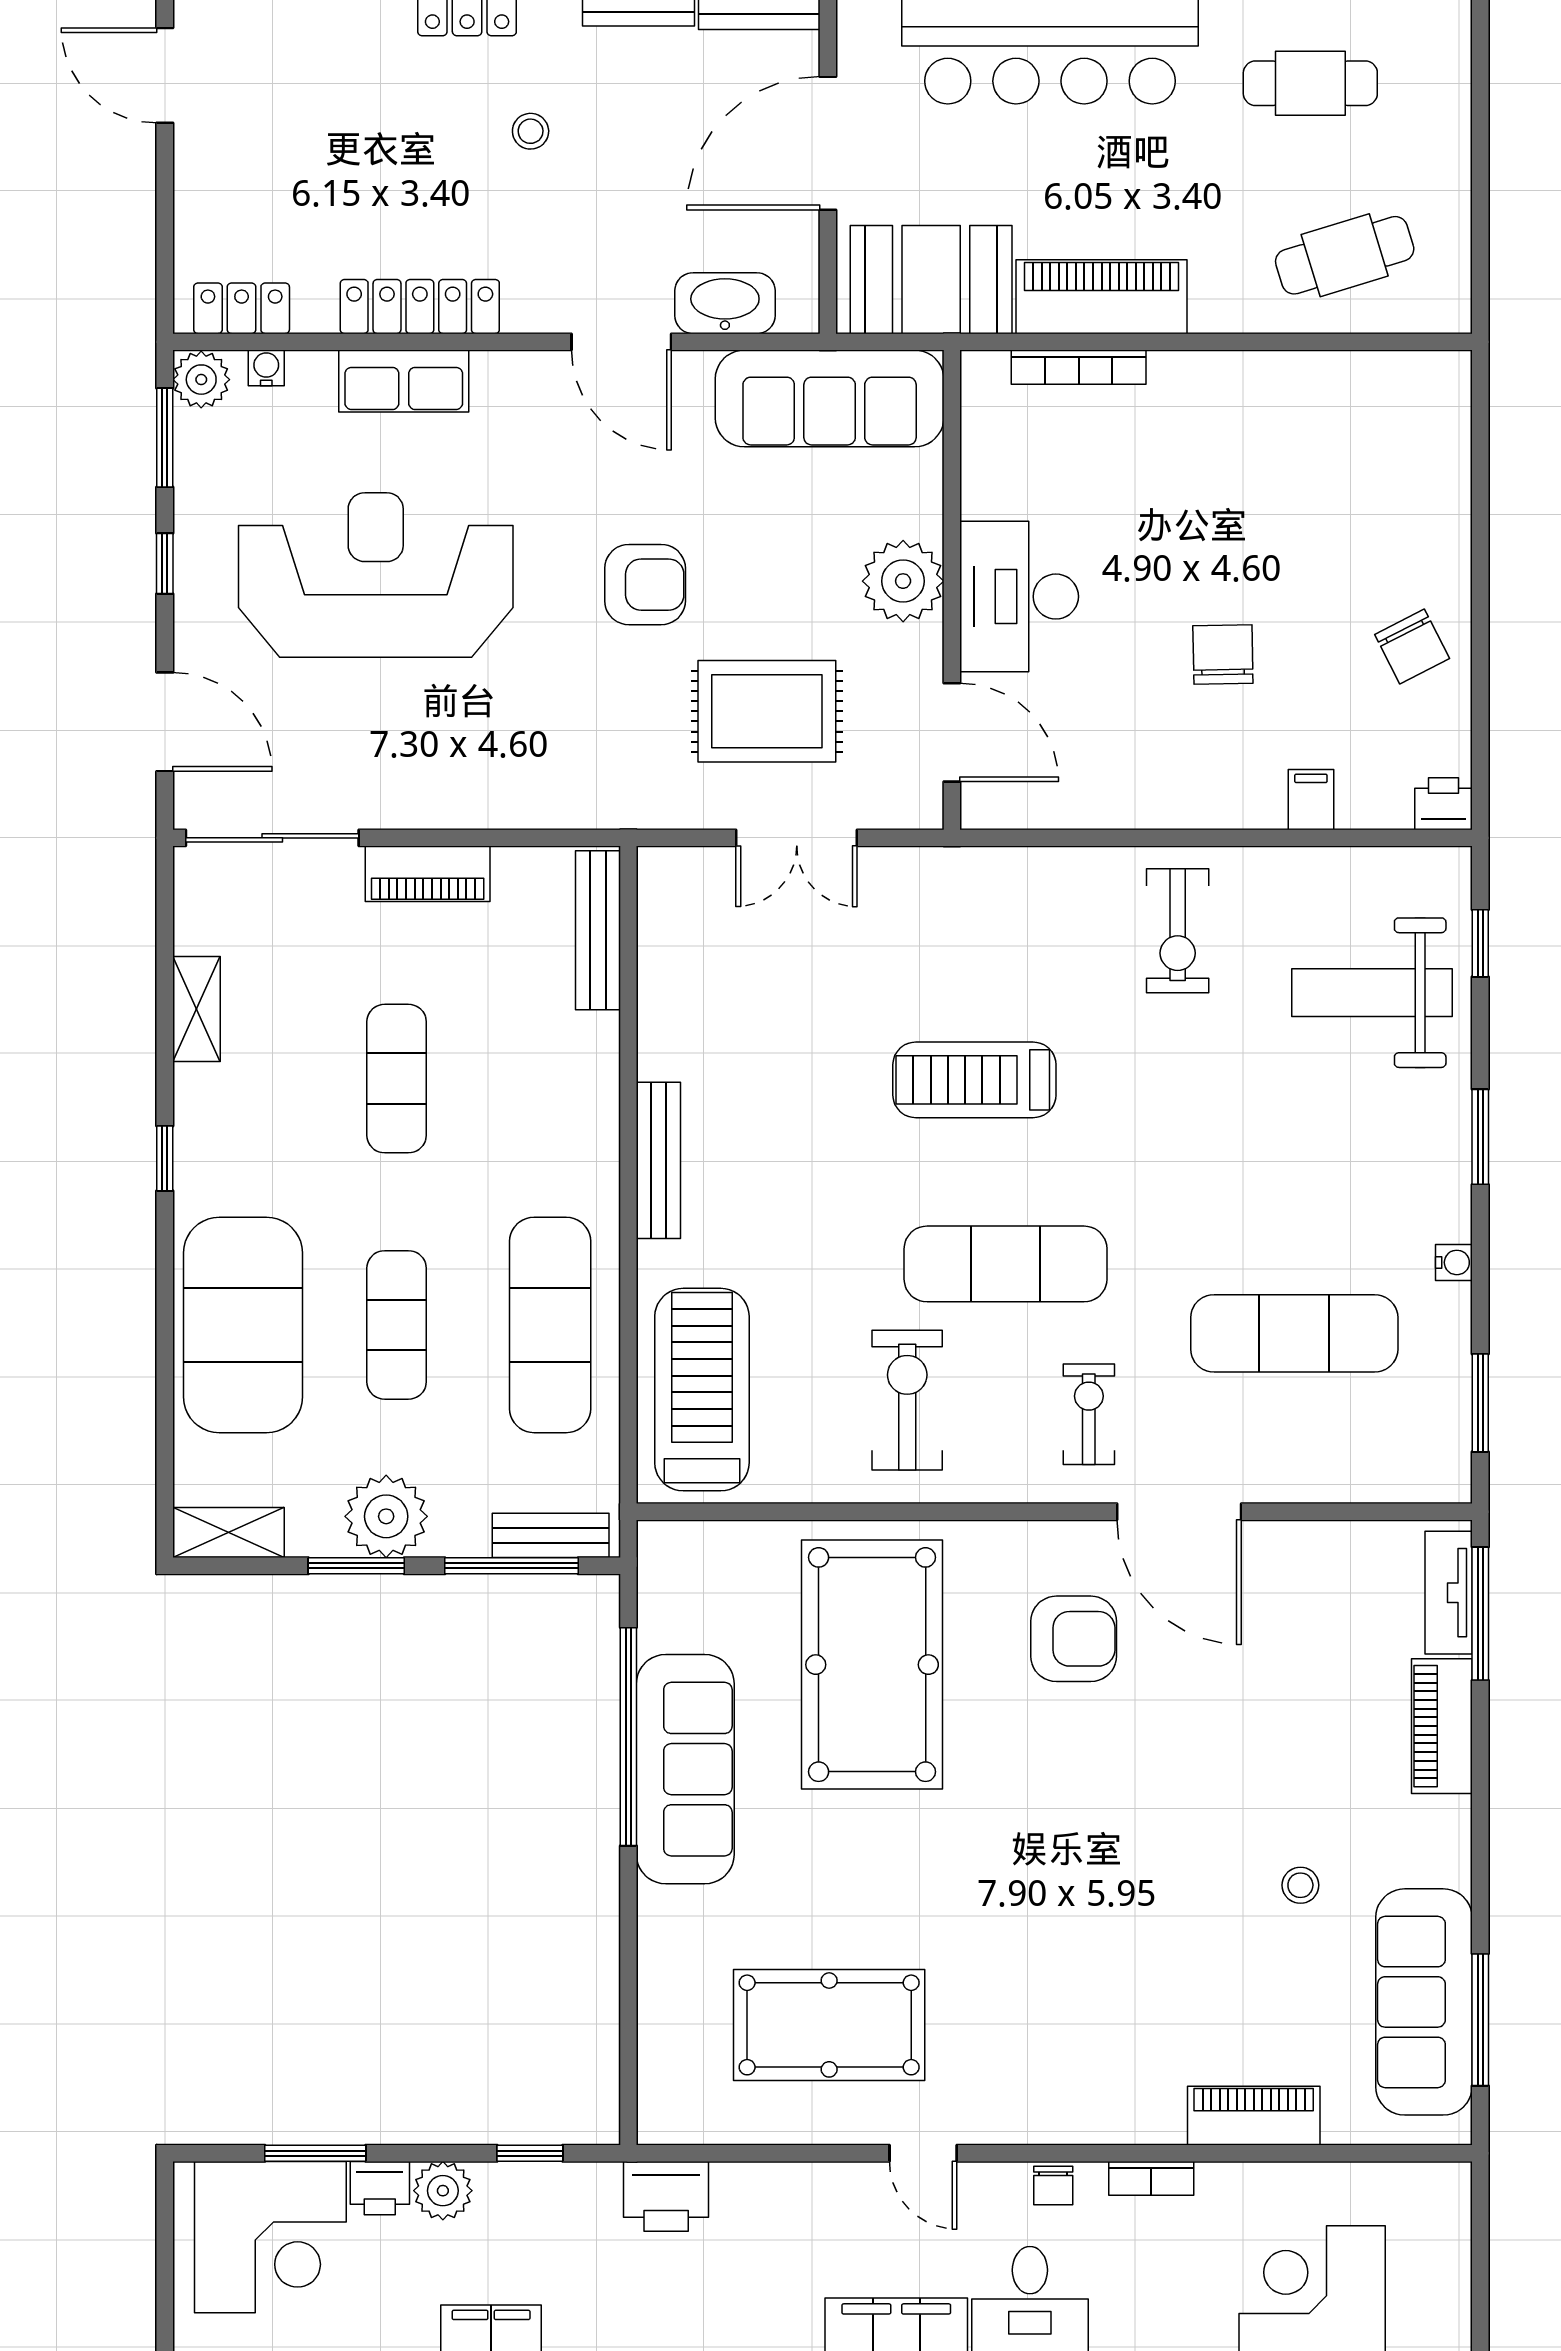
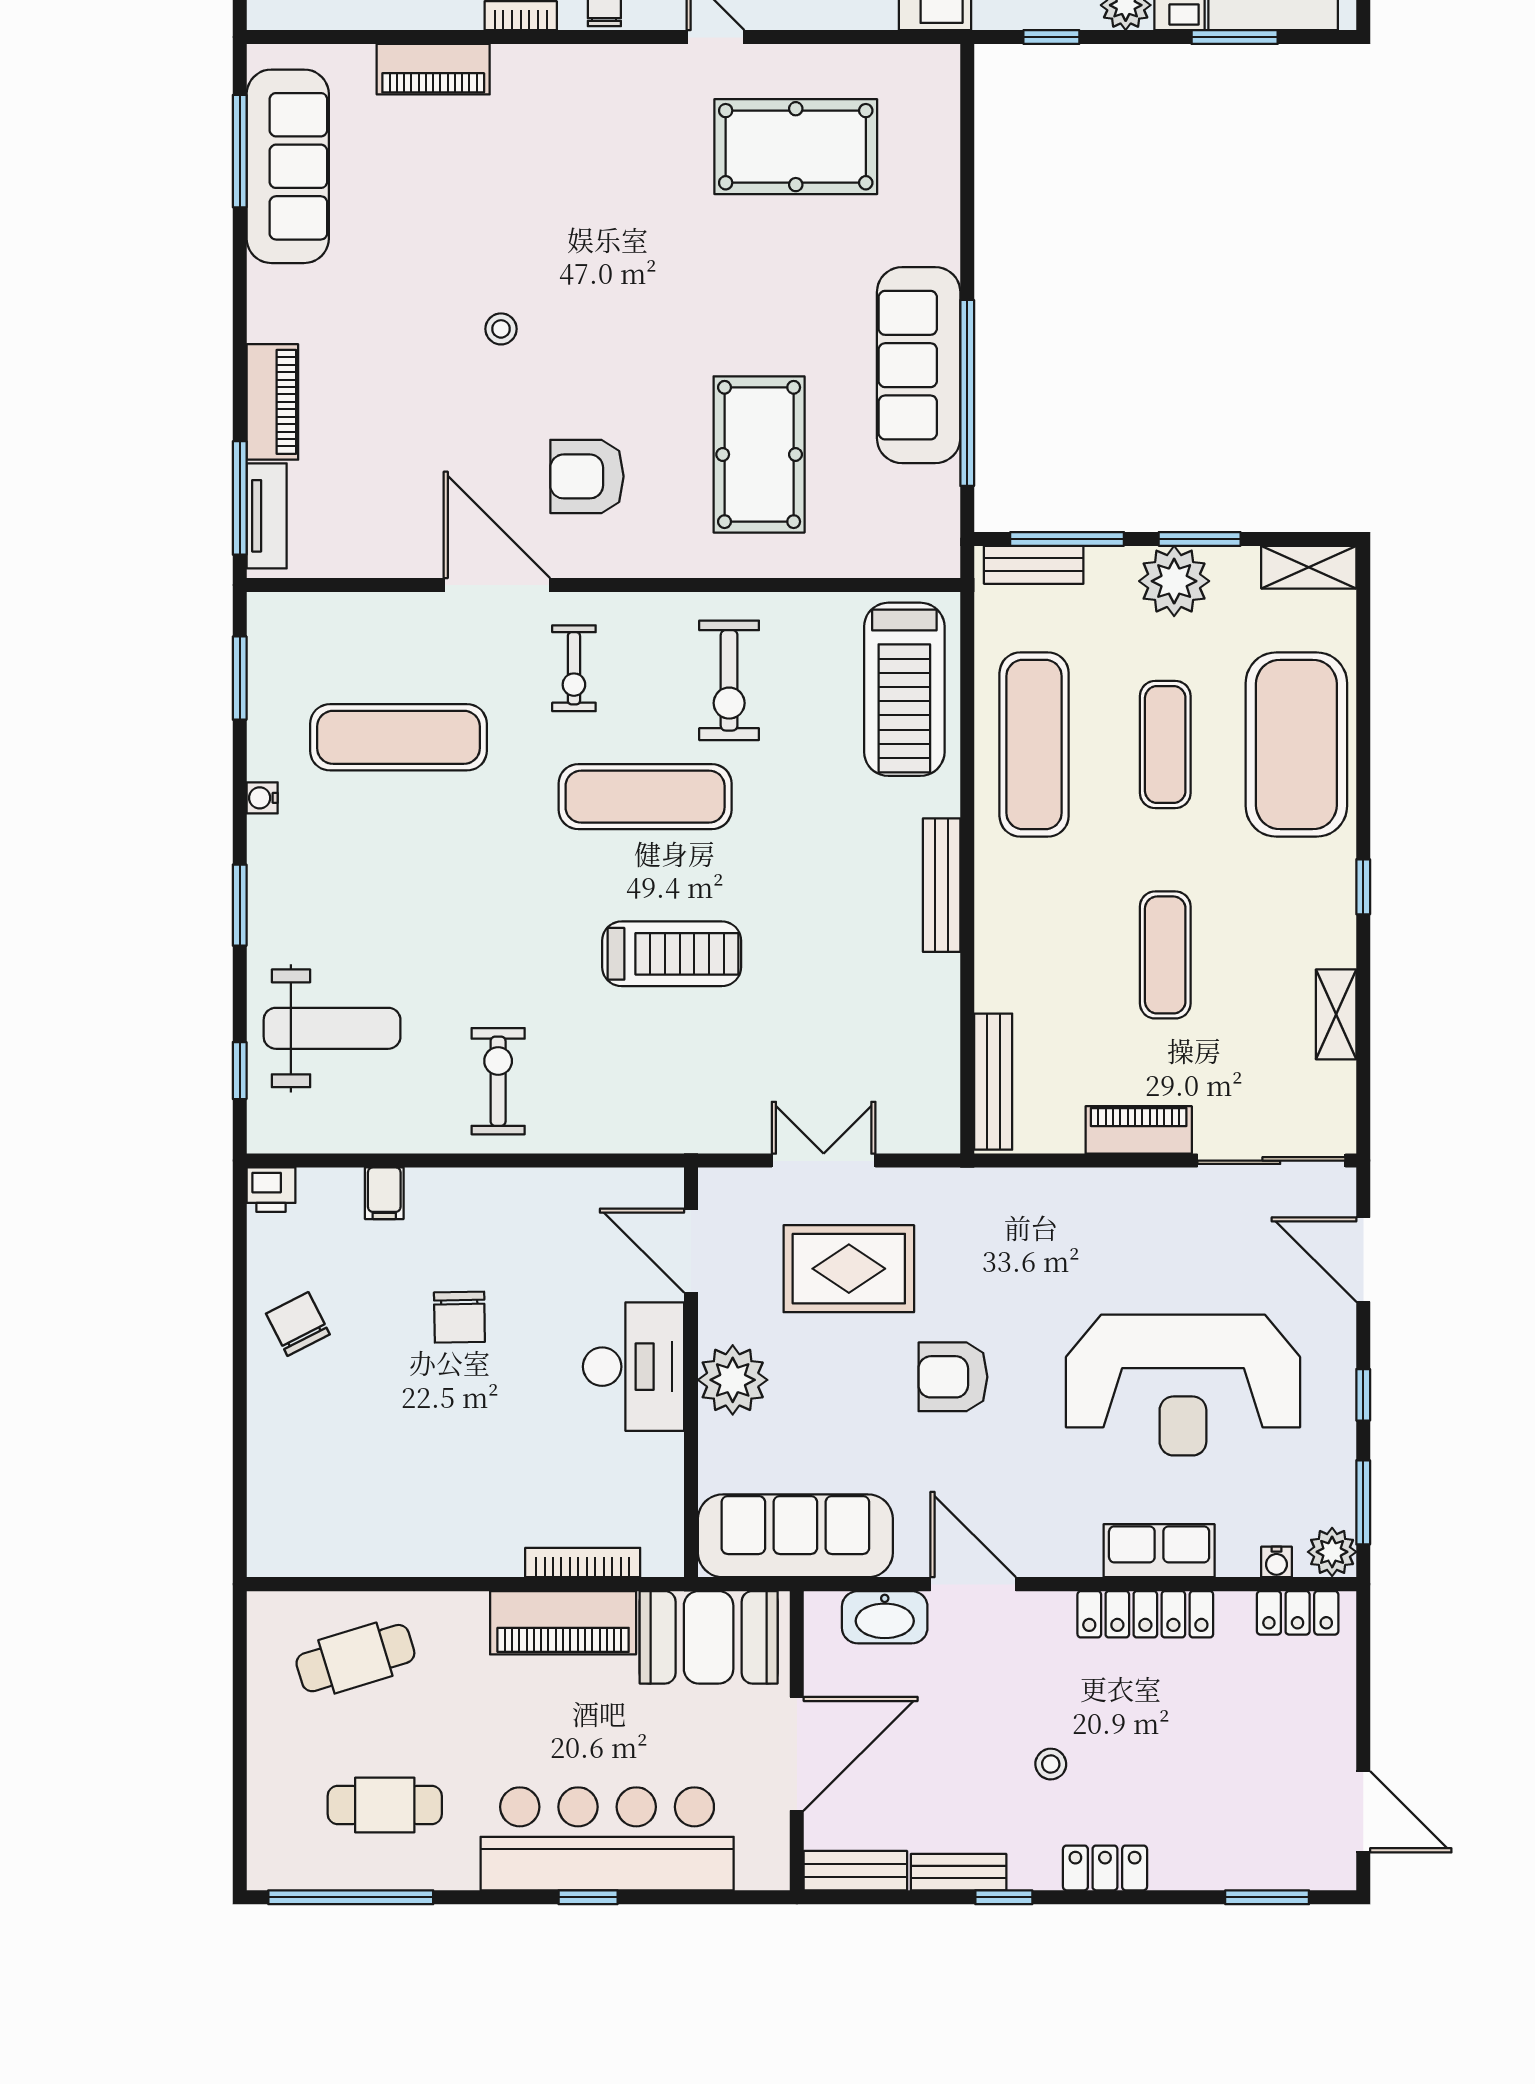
pool table: (872, 1665) -> (759, 454), width x0.73, depth x0.76
stool: (1300, 1885) -> (501, 329), moved

